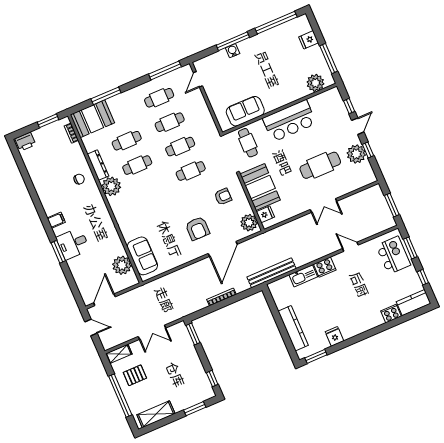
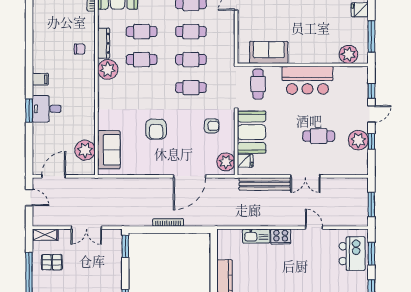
cafe table: (320, 165) -> (319, 136), width x0.73, depth x0.74
armchair: (197, 228) -> (156, 129), moved
bench: (272, 273) -> (265, 184), moved

